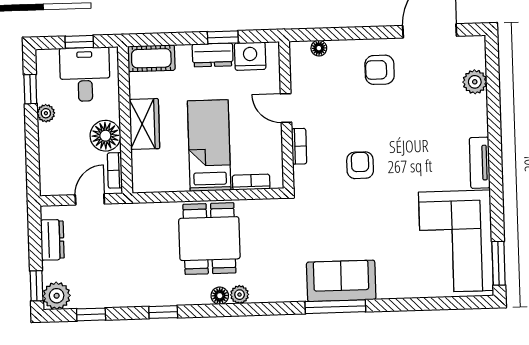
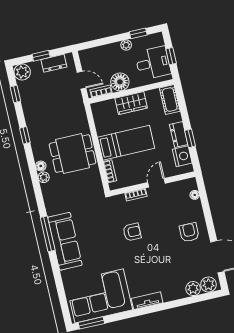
plant: (473, 55) -> (208, 285), added
sofa: (341, 281) -> (65, 241), width x1.36
window: (37, 286) -> (41, 56), moved

